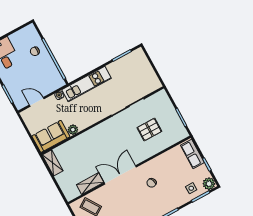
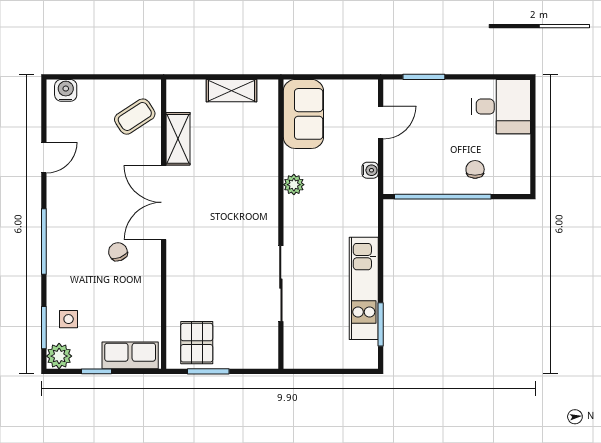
kitchen unit: (87, 84) -> (364, 288), moved
pallet: (149, 129) -> (197, 343), moved
plant: (73, 130) -> (294, 185), moved
shelving: (53, 163) -> (232, 91), moved
double door: (120, 175) -> (164, 202), swing flipped

